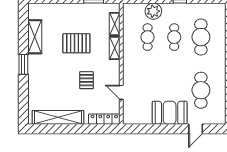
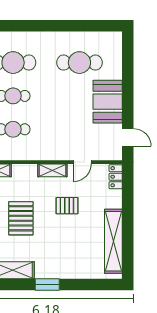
shelving: (115, 48) -> (52, 170), moved
locker: (104, 119) -> (116, 177), width x0.66
door: (196, 129) -> (128, 137), moved

